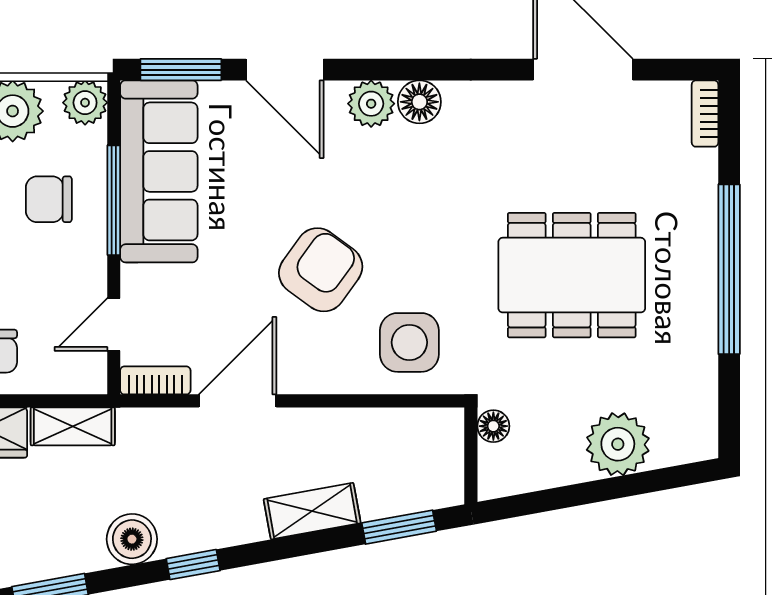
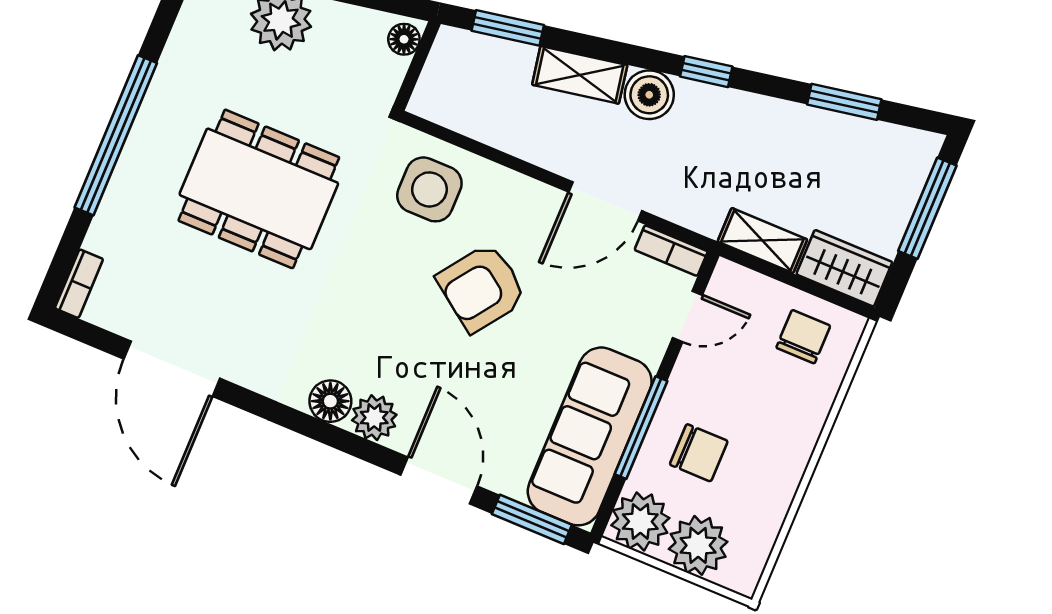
plant: (85, 103) -> (640, 522), width x1.36, depth x1.36
floor lamp: (493, 426) -> (404, 39), moved
boiler: (132, 539) -> (649, 95), moved

